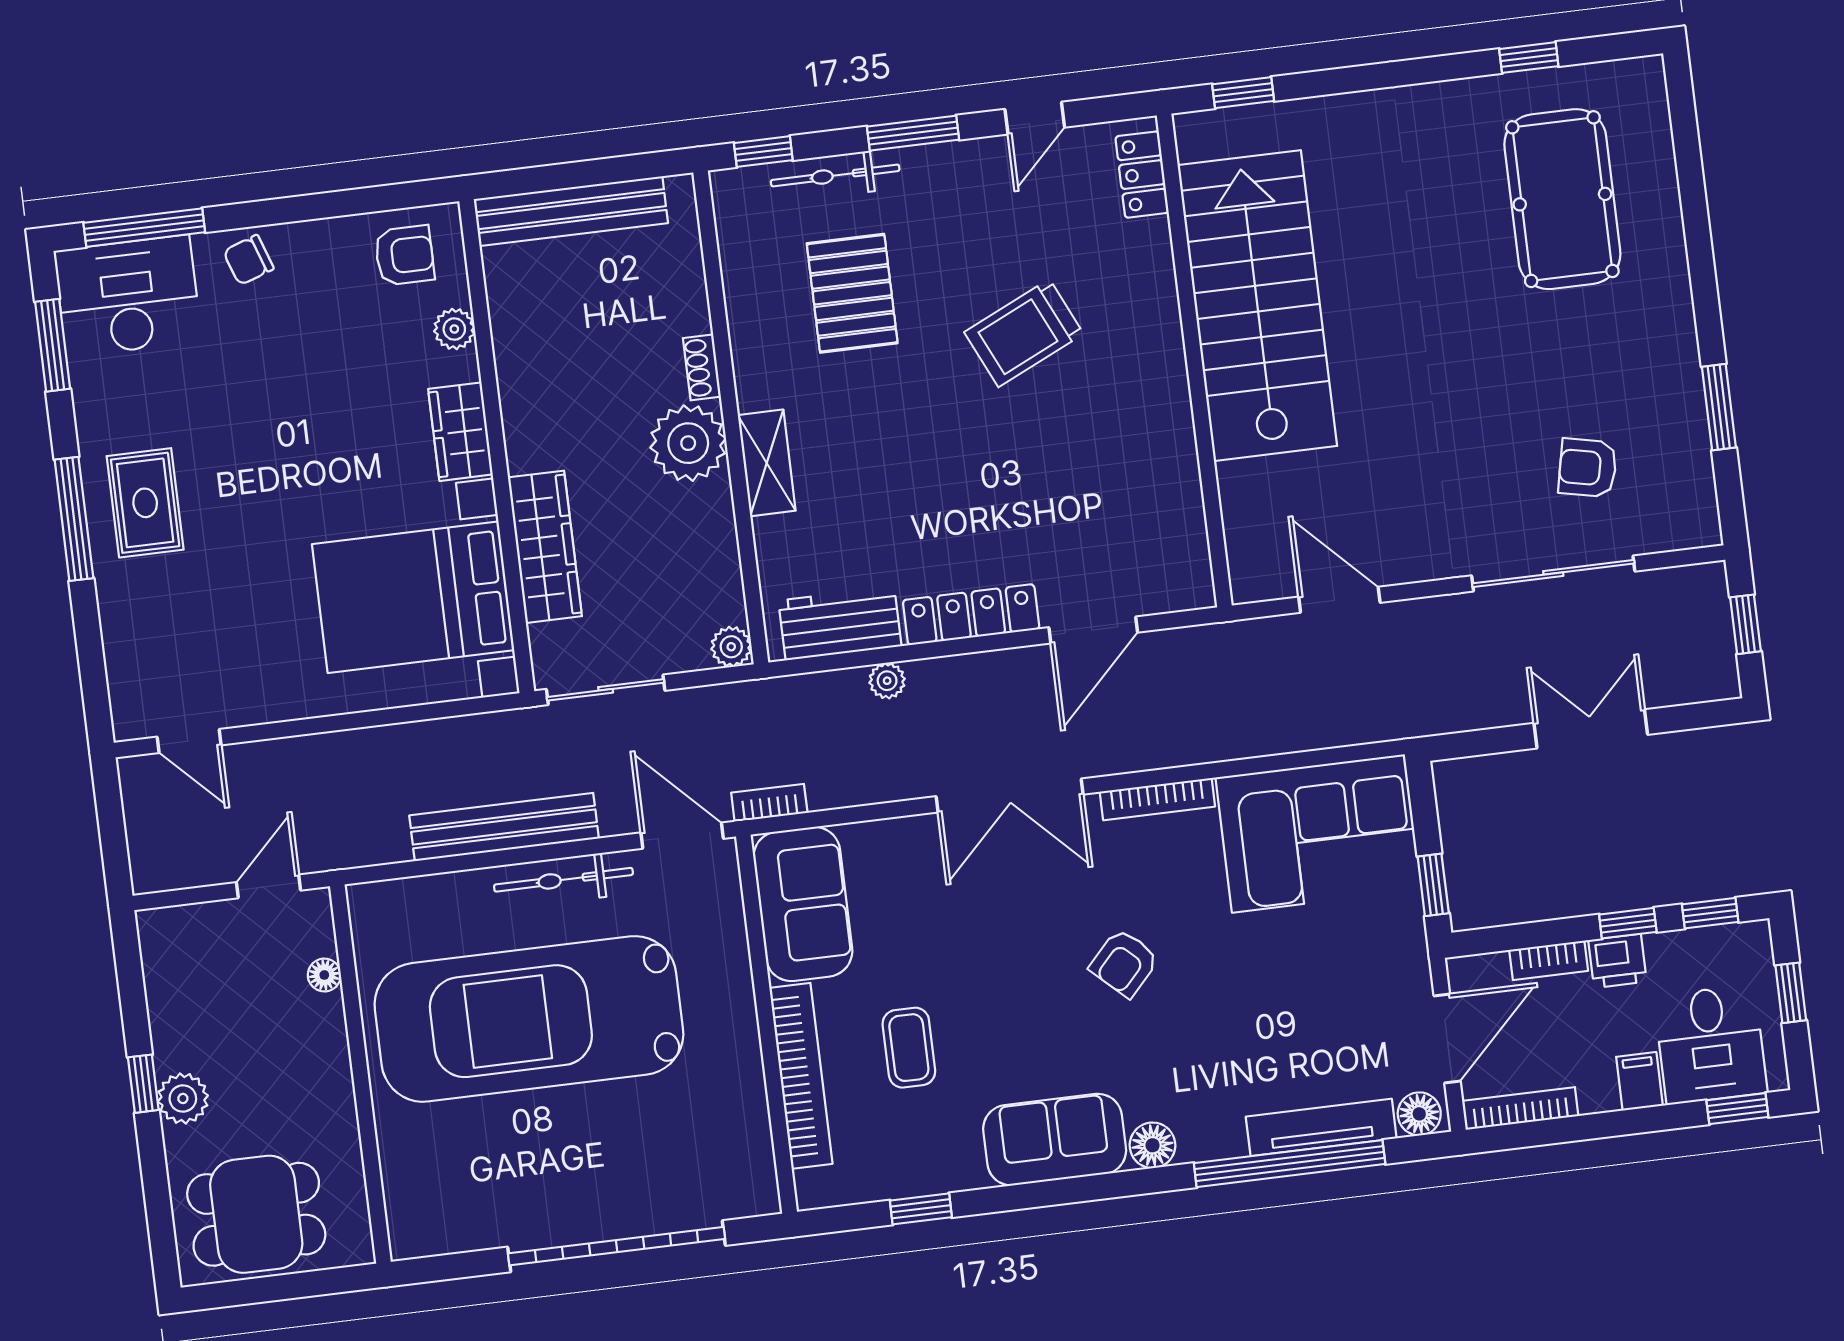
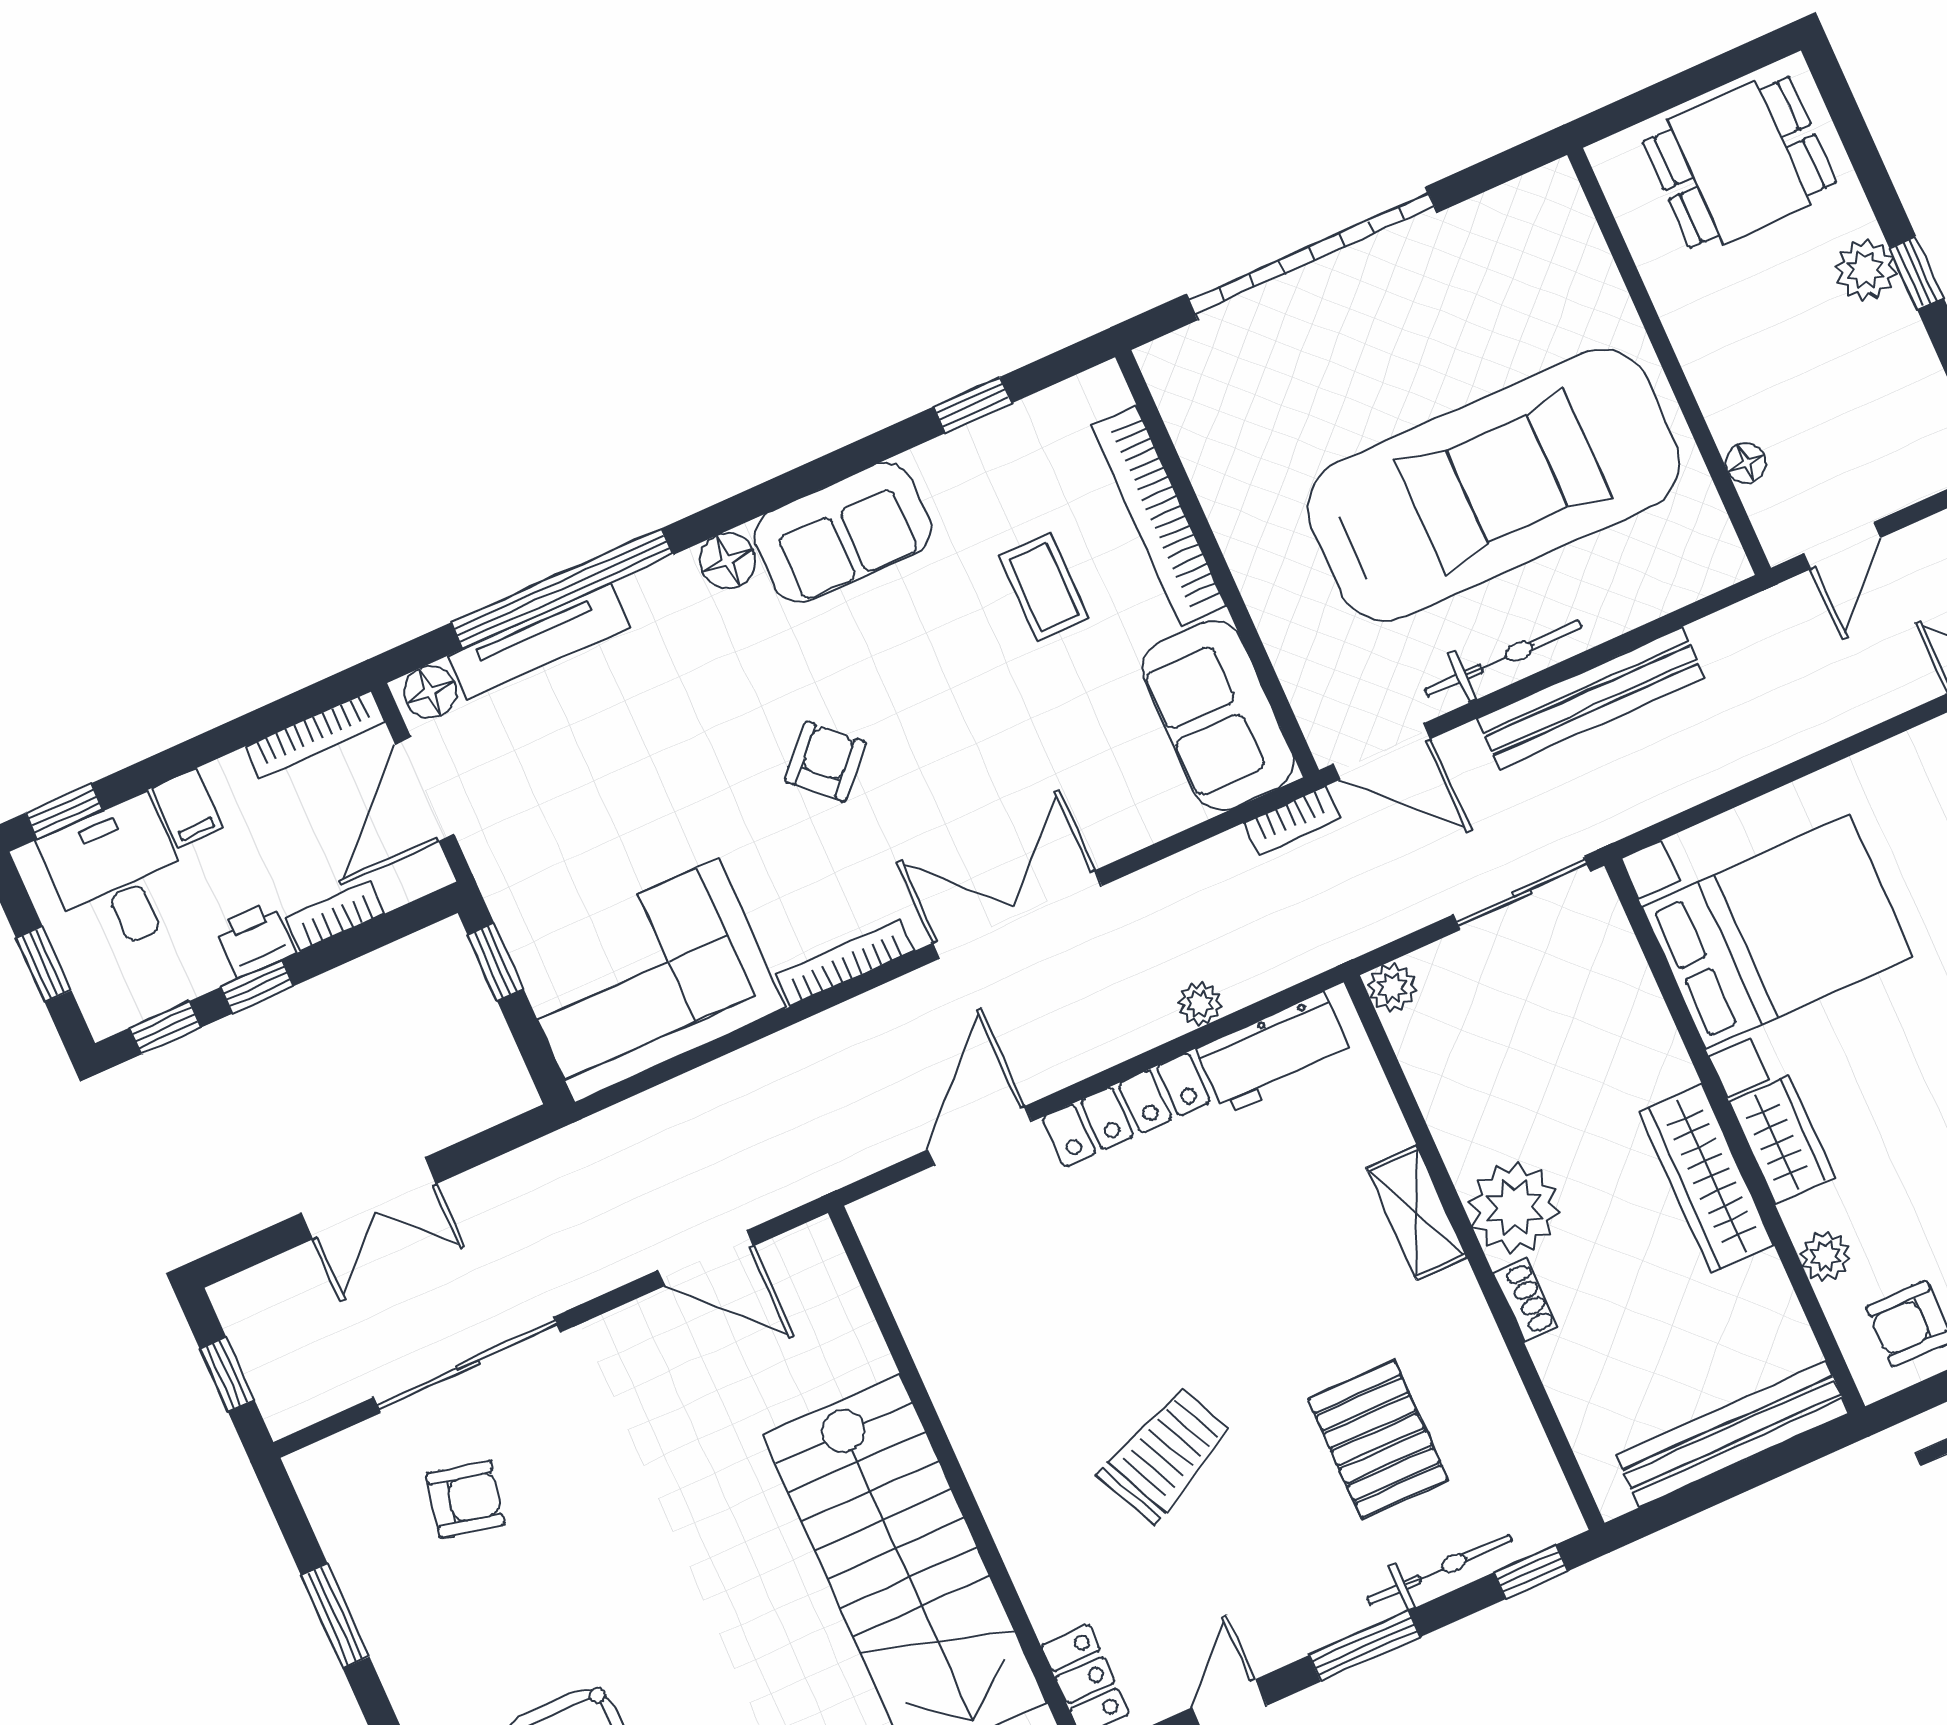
wardrobe: (545, 547) -> (1706, 1178), moved

